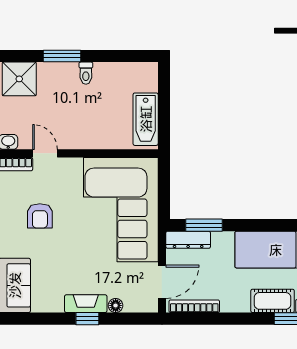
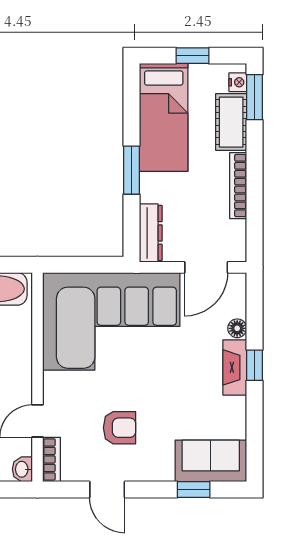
window: (204, 225) -> (132, 170), moved
door: (162, 282) -> (206, 267), swing flipped
bookcase: (194, 306) -> (238, 186), moved

